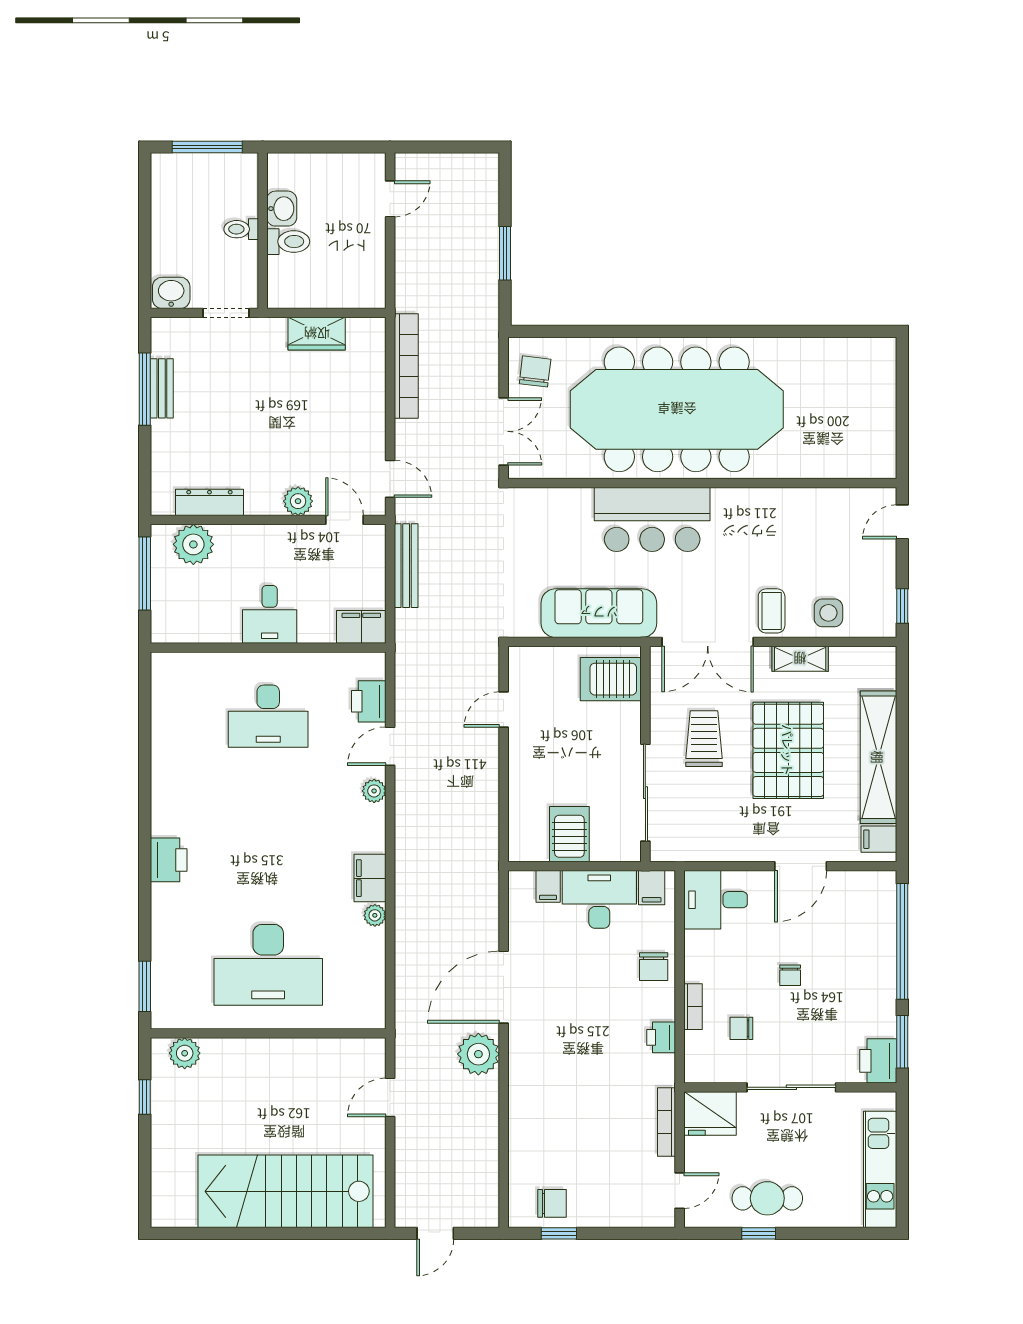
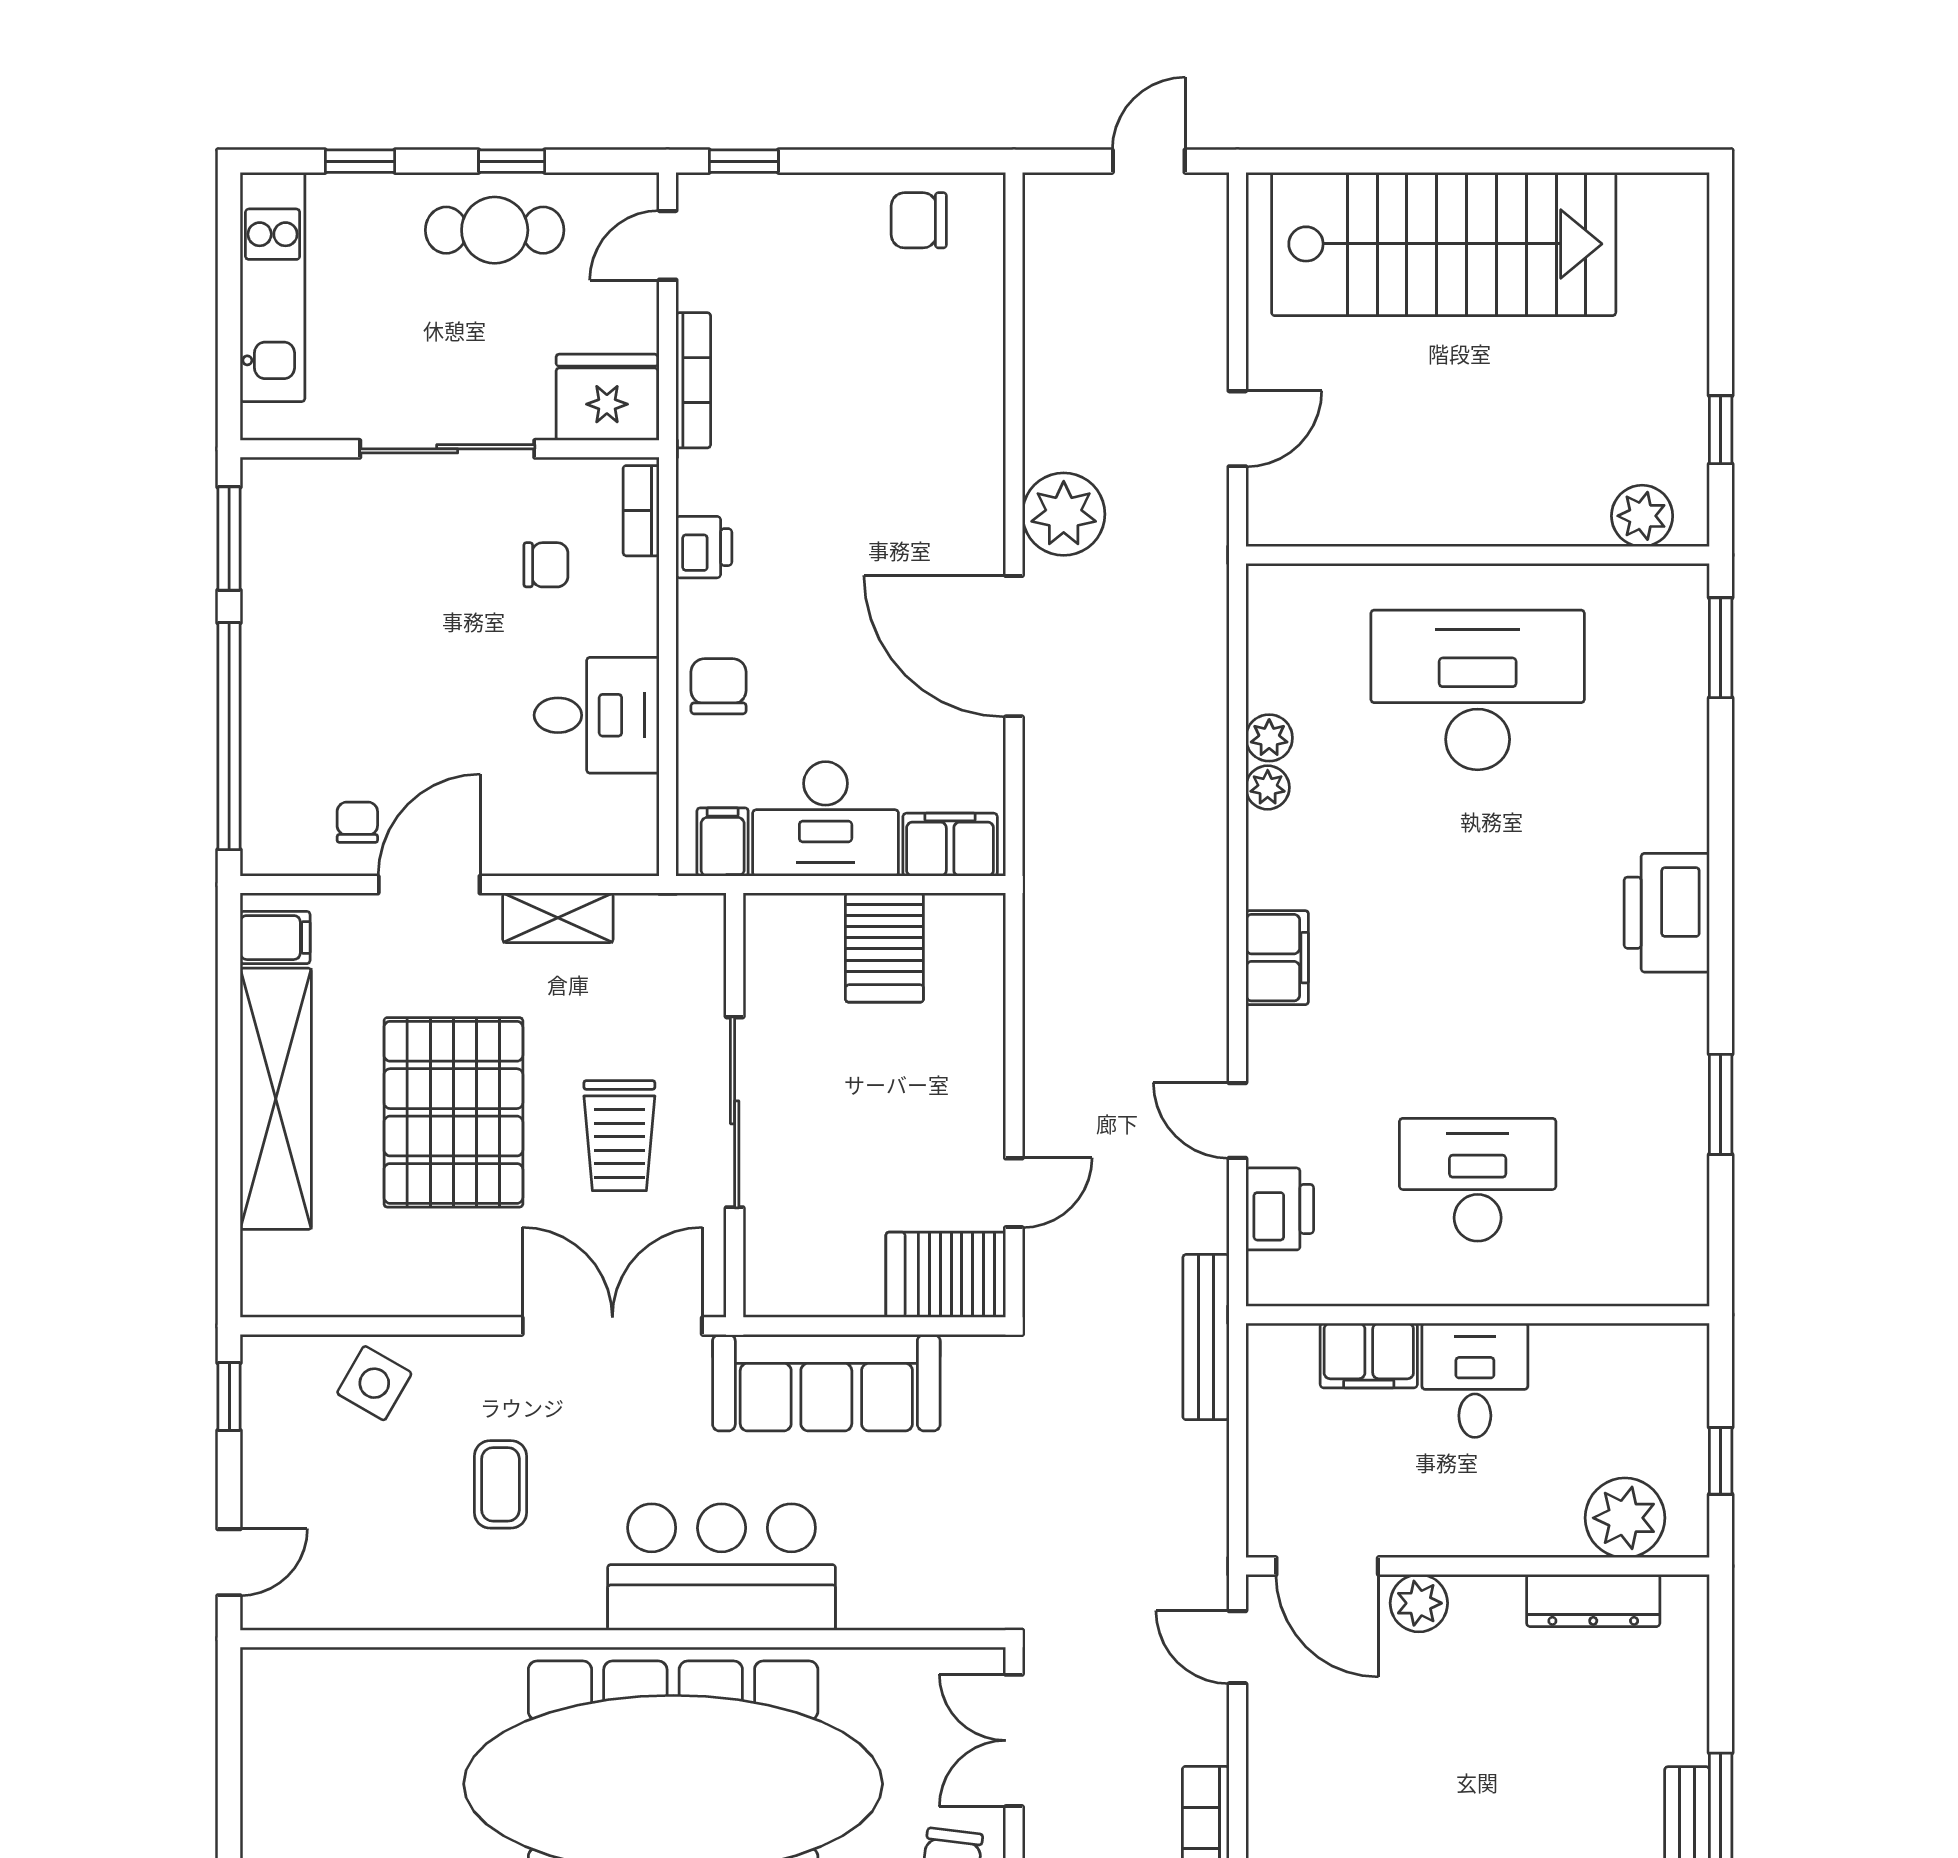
door: (345, 520) -> (1327, 1566), width x1.38
bench: (406, 566) -> (1206, 1337), moved
window: (145, 573) -> (1721, 1461), width x0.46
coffee table: (772, 611) -> (500, 1484), moved
side table: (828, 613) -> (374, 1383), turned 30
filing cabinet: (361, 627) -> (1369, 1355), moved
shelving: (800, 659) -> (558, 918), moved
server rack: (611, 679) -> (946, 1275), moved, turned 180
door: (390, 746) -> (1237, 1121), swing flipped
window: (145, 754) -> (1721, 1104), added
plant: (374, 791) -> (1269, 738), moved
sliding door: (645, 793) -> (735, 1112), moved
printer: (169, 860) -> (1667, 913), width x1.37, depth x1.19
filing cabinet: (370, 878) -> (1277, 958), moved
filing cabinet: (548, 886) -> (950, 845), width x2.00
desk: (716, 900) -> (597, 715), moved
chair: (790, 975) -> (357, 822), moved
door: (504, 987) -> (1014, 646), swing flipped
bookcase: (693, 1007) -> (641, 511), moved
printer: (878, 1061) -> (276, 501), removed
window: (559, 1233) -> (744, 161), moved
window: (836, 1233) -> (360, 161), added

